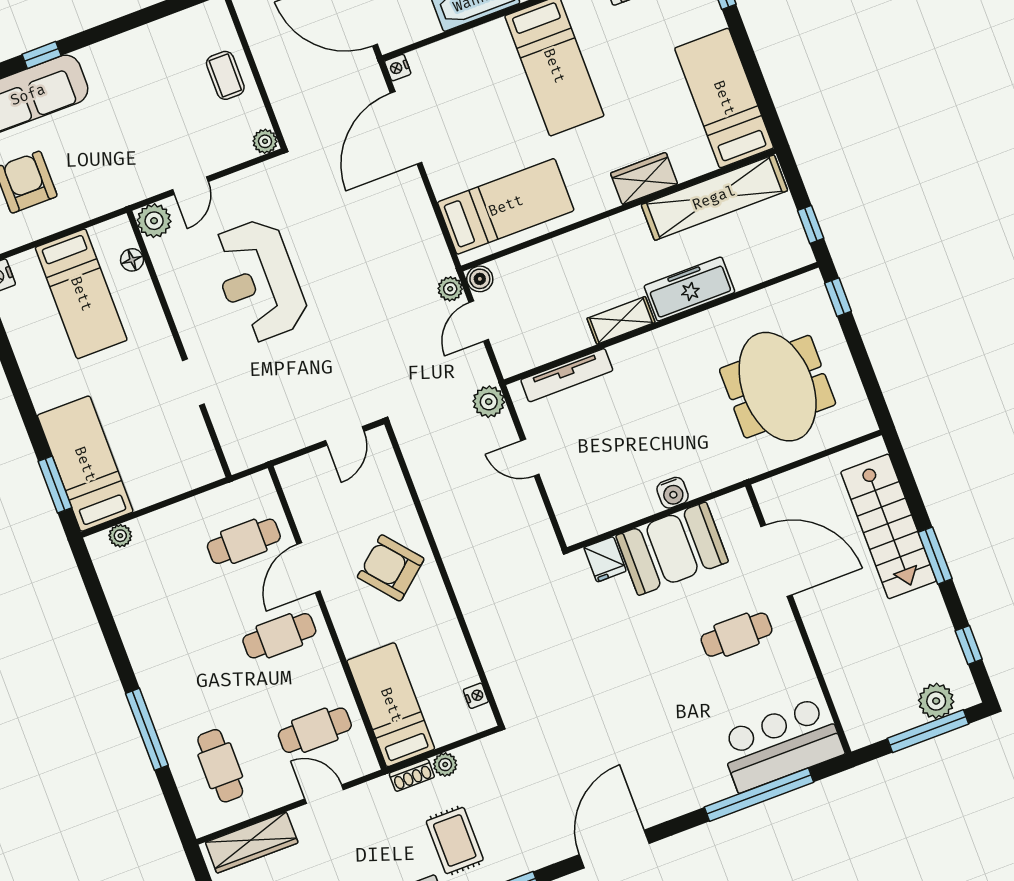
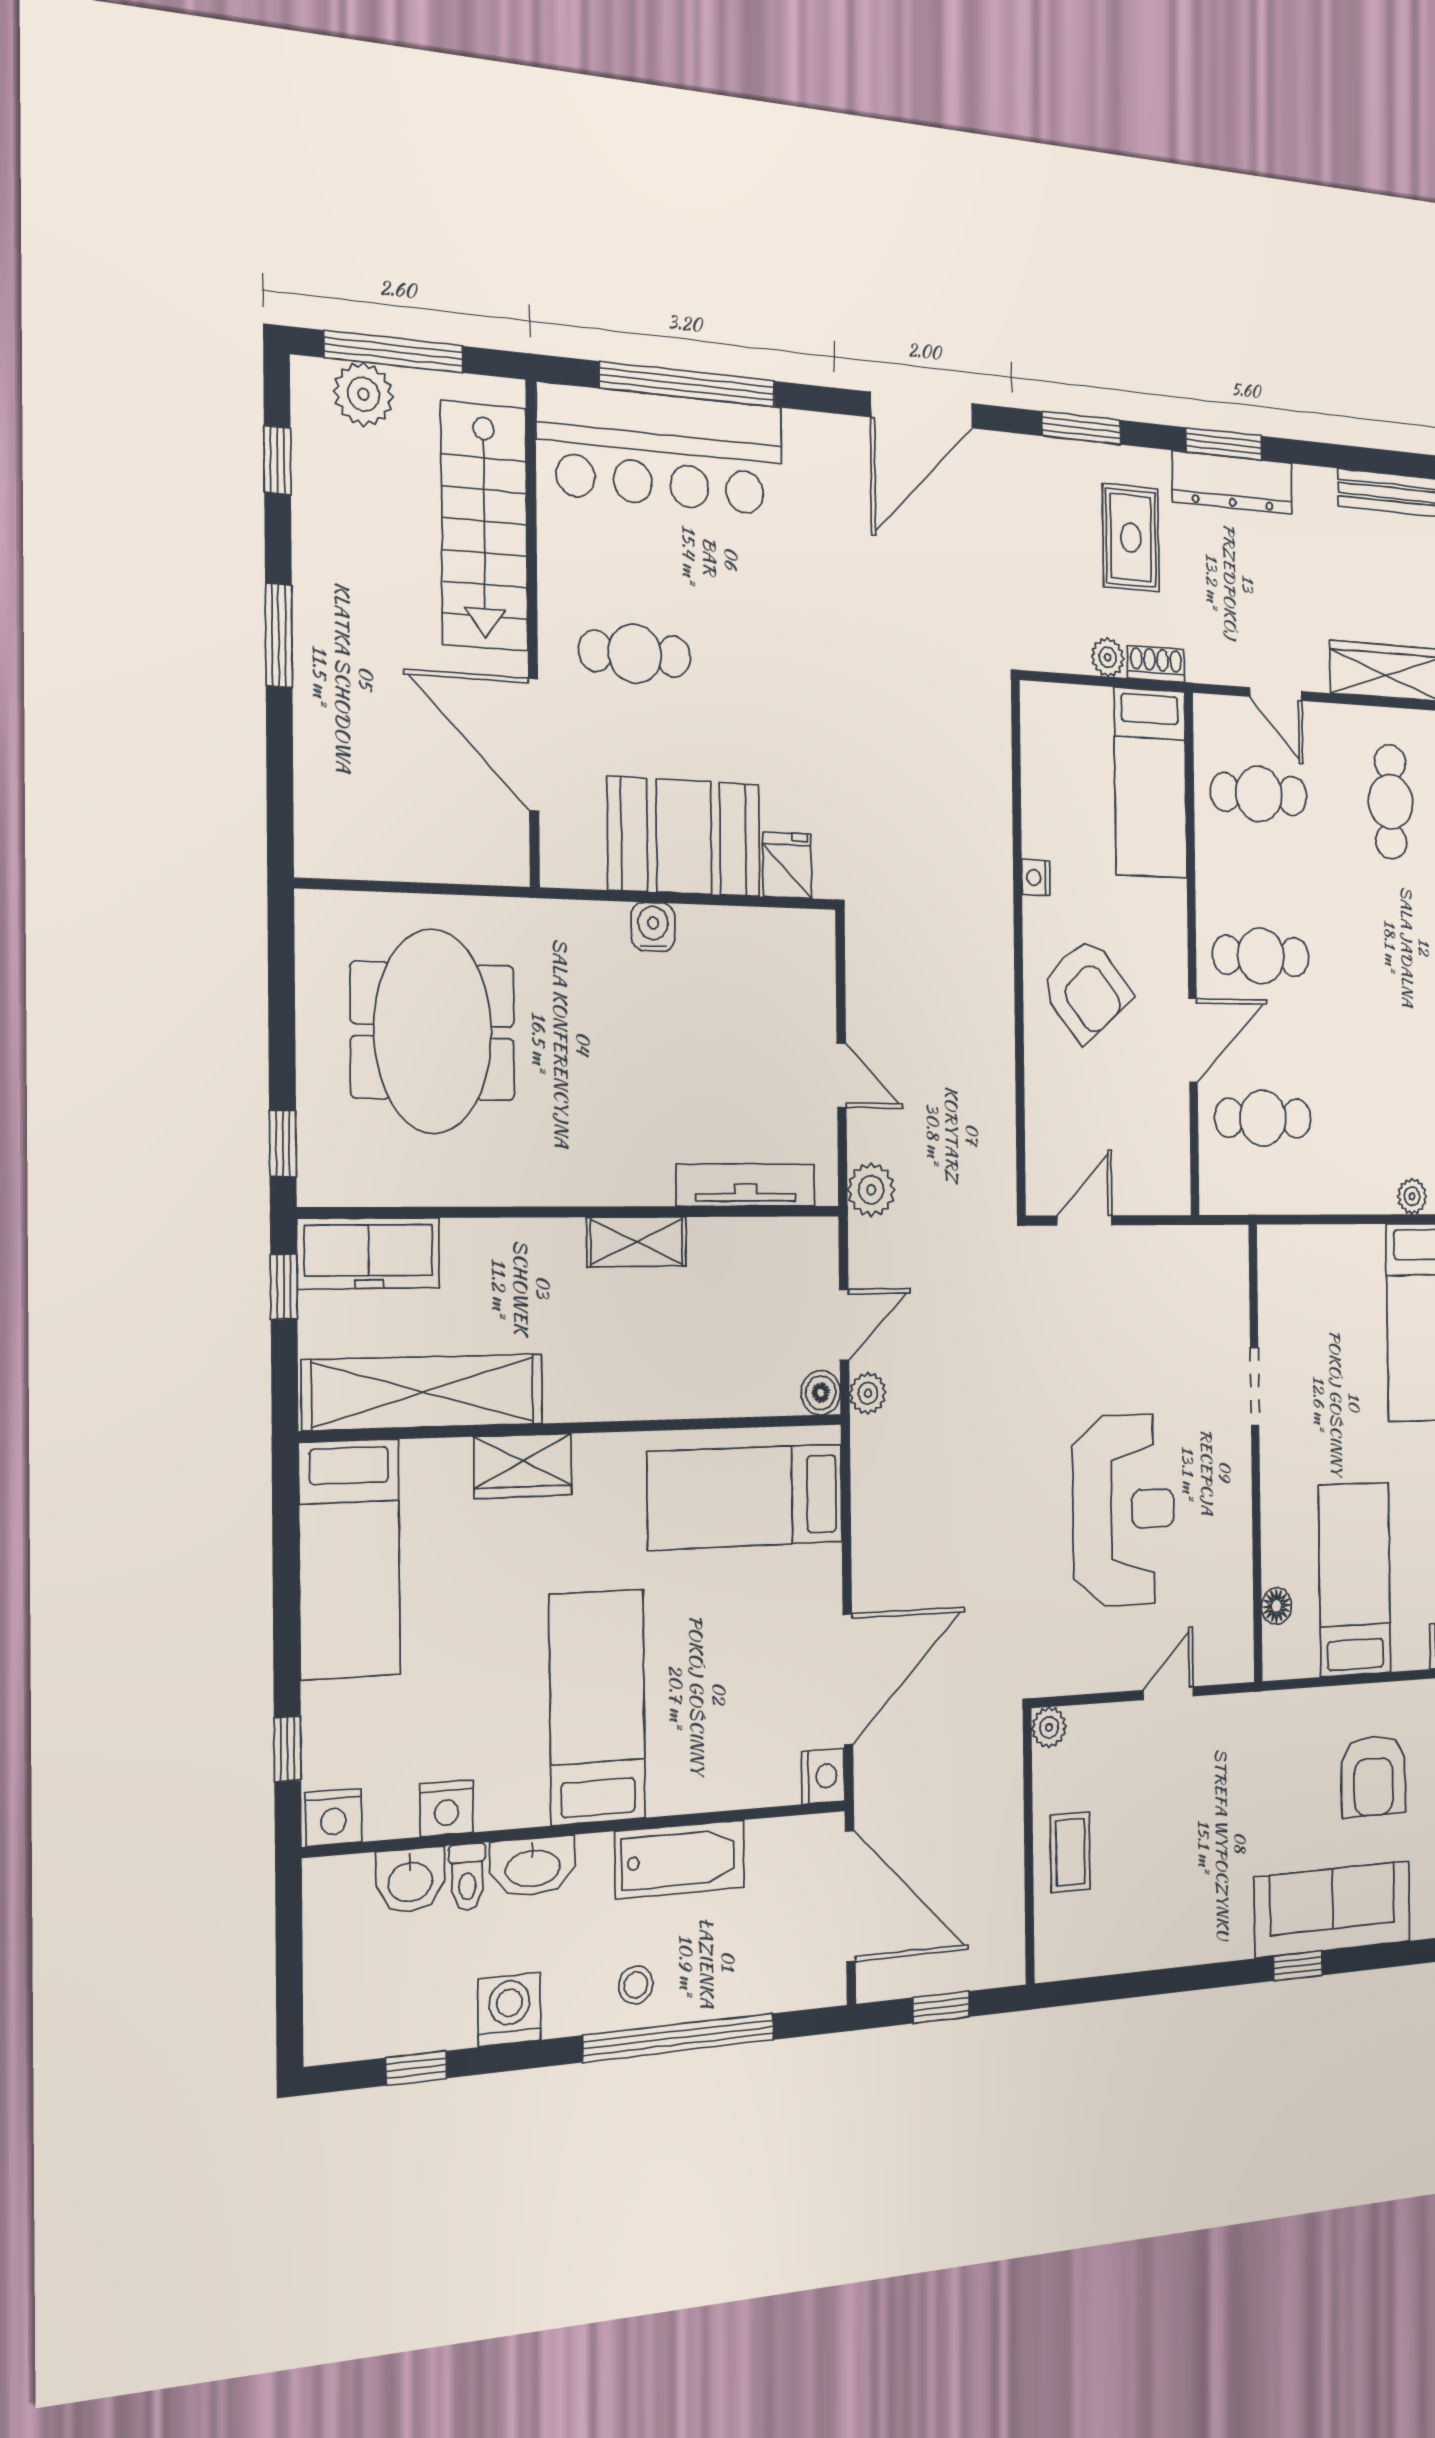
nightstand: (398, 68) -> (823, 1776), width x1.39, depth x1.35
plant: (154, 221) -> (1231, 1656), removed
freezer: (689, 289) -> (369, 1253), moved
stairs: (889, 526) -> (484, 526), moved, turned 180
nightstand: (476, 696) -> (1036, 878), moved
bar counter: (781, 744) -> (661, 450), width x1.36

